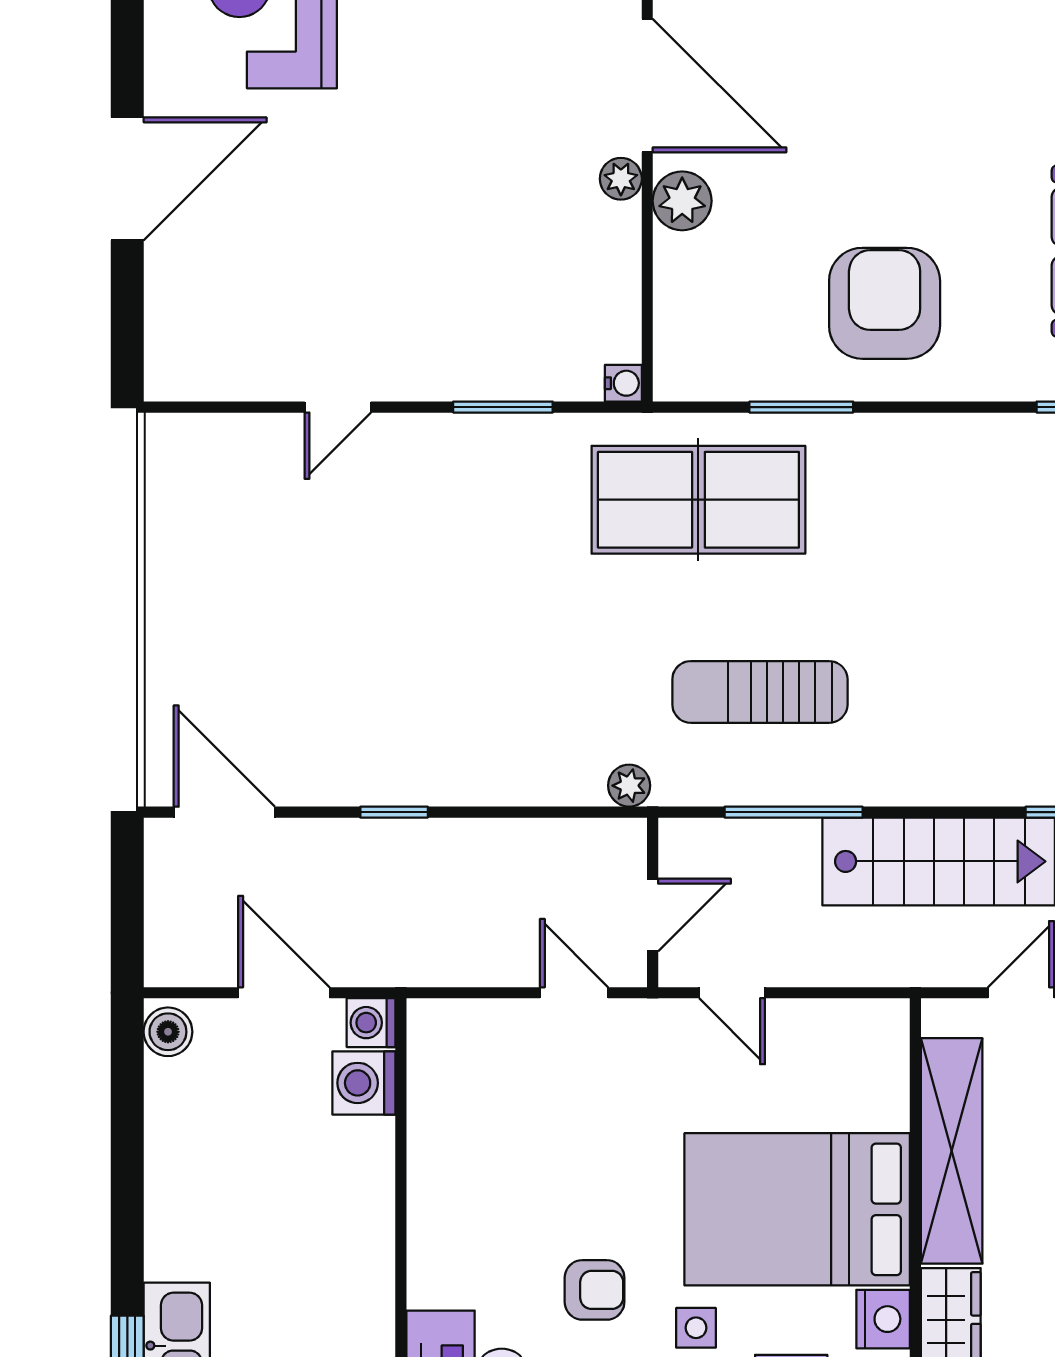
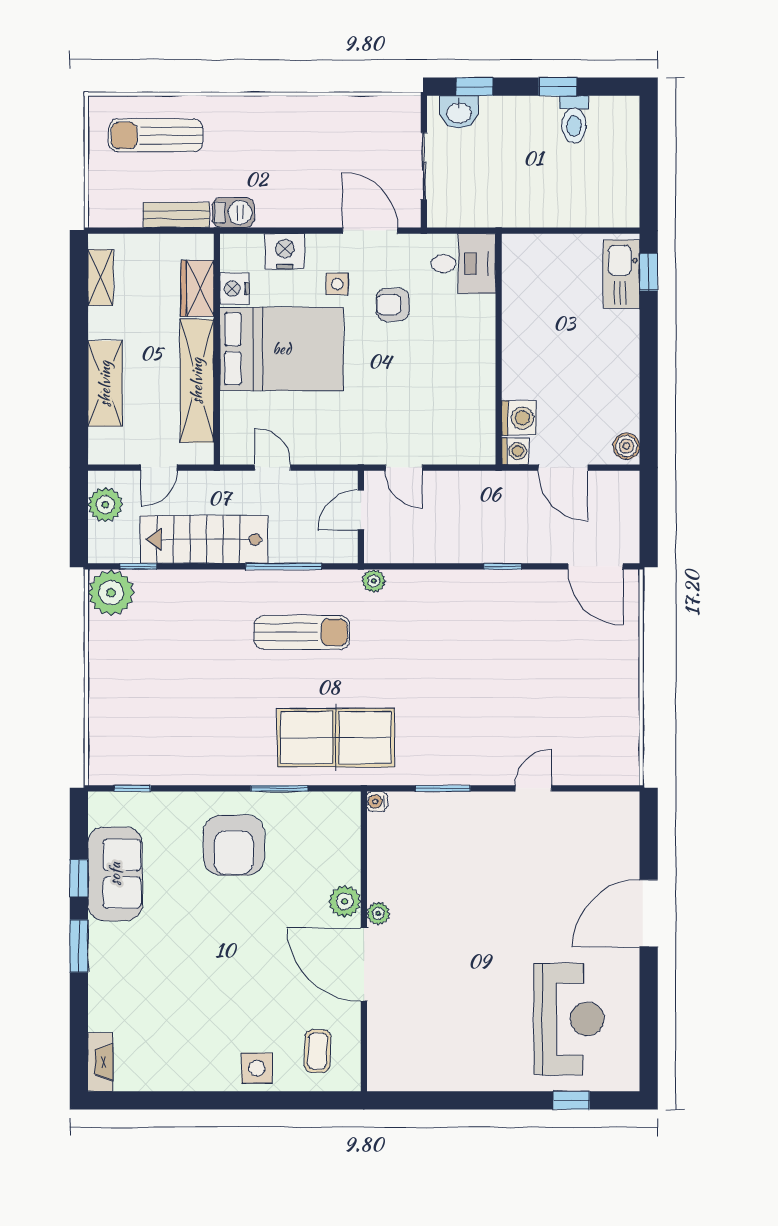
door: (732, 993) -> (273, 468), moved

